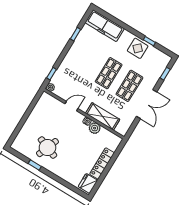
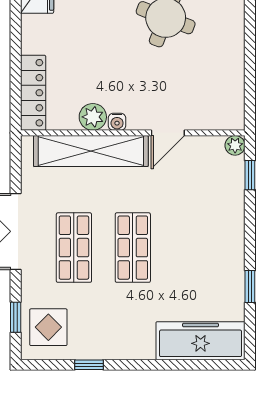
display table: (138, 48) -> (48, 327), moved
shelving: (103, 116) -> (91, 151), width x1.47
locker: (102, 164) -> (33, 93), moved

